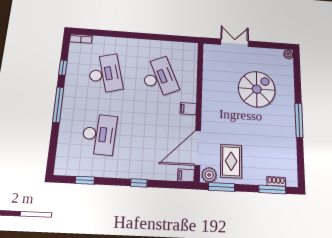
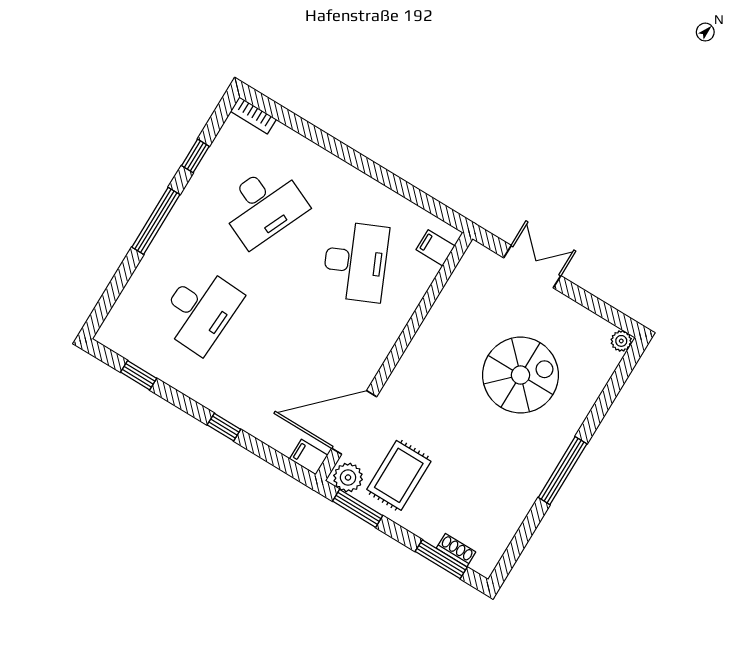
desk: (105, 74) -> (263, 206), turned 39
filing cabinet: (188, 109) -> (435, 248), moved

